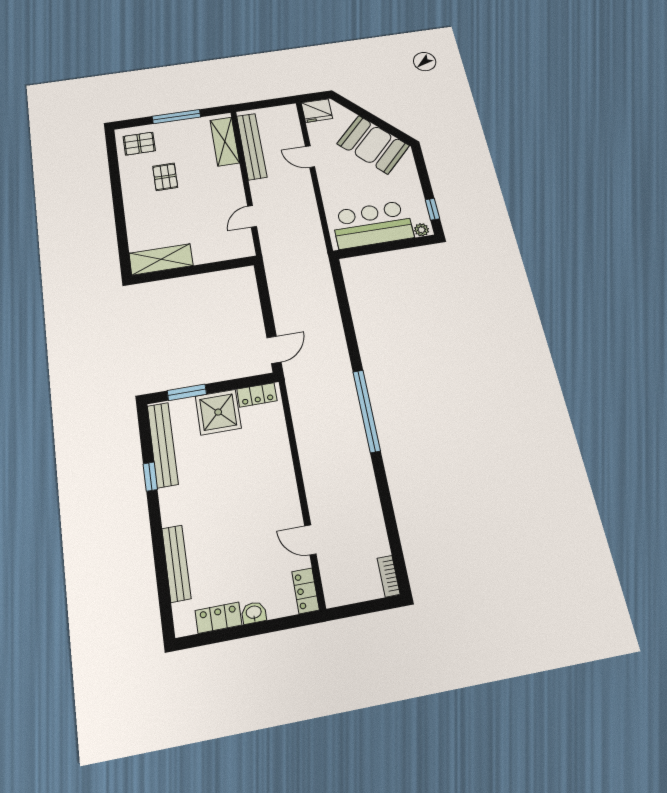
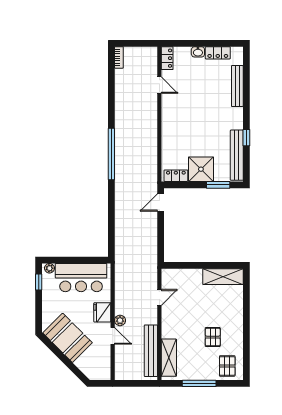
fridge: (317, 111) -> (102, 312), moved, turned -90
pallet: (139, 144) -> (227, 366), turned 90
plant: (304, 178) -> (120, 320), added

